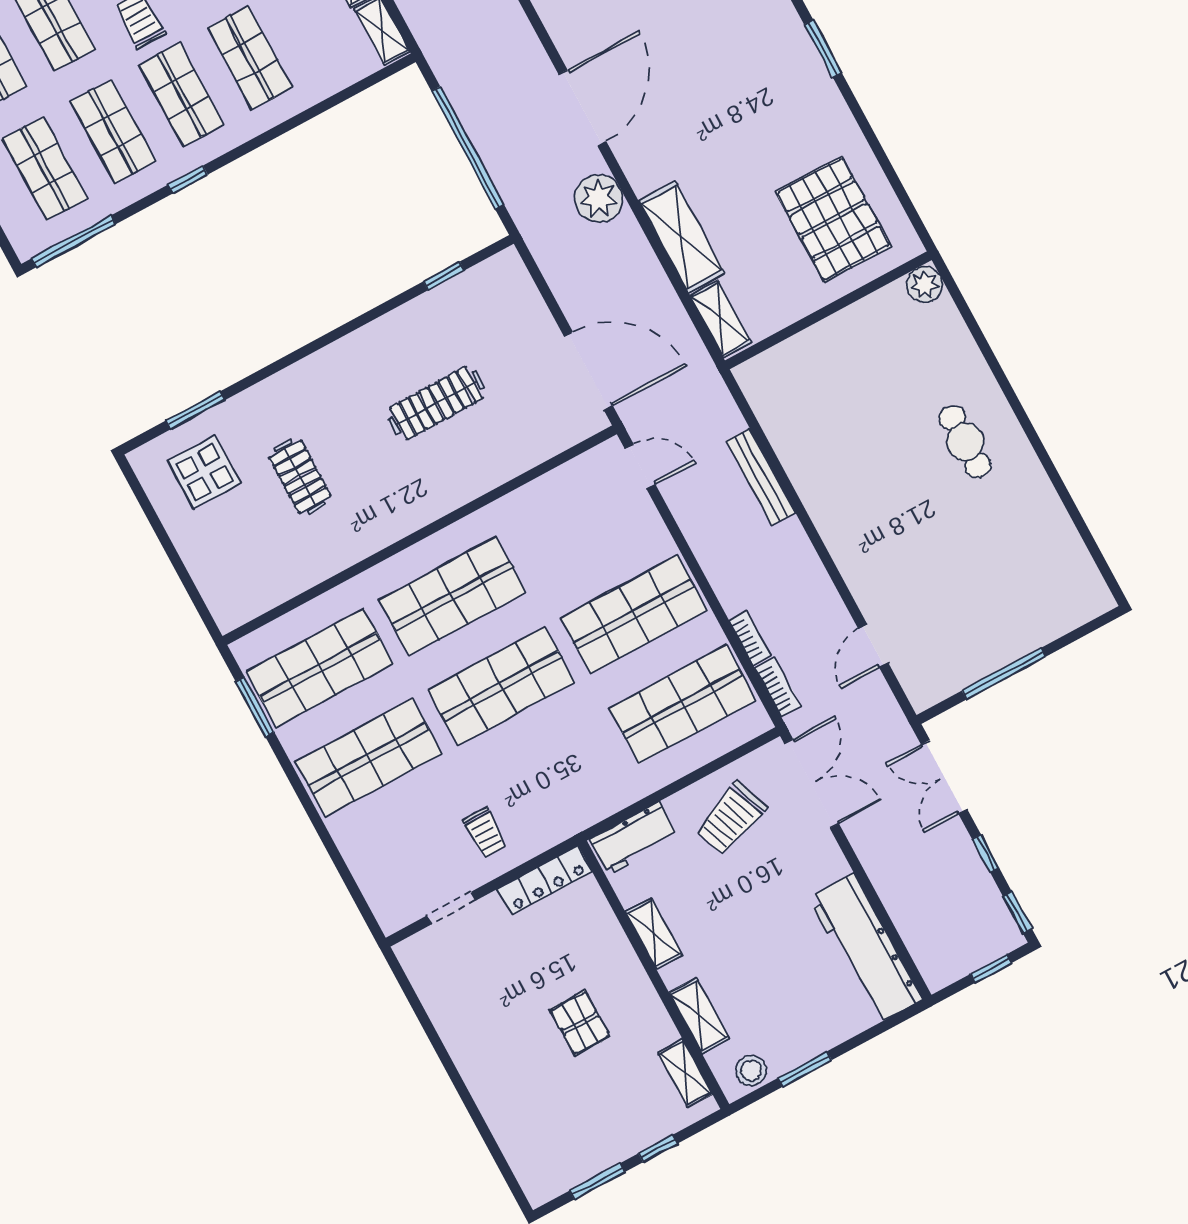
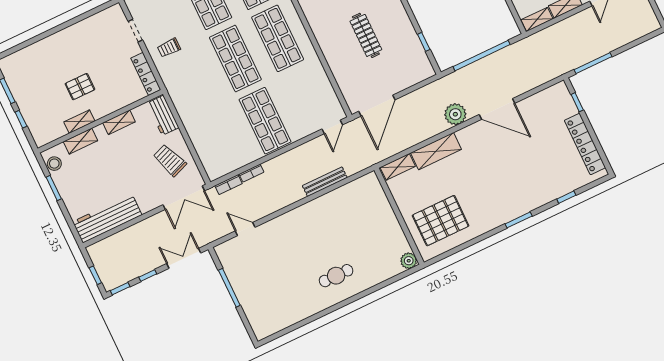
shop shelf: (683, 704) -> (223, 141), removed
shelving: (685, 1073) -> (79, 122), moved

